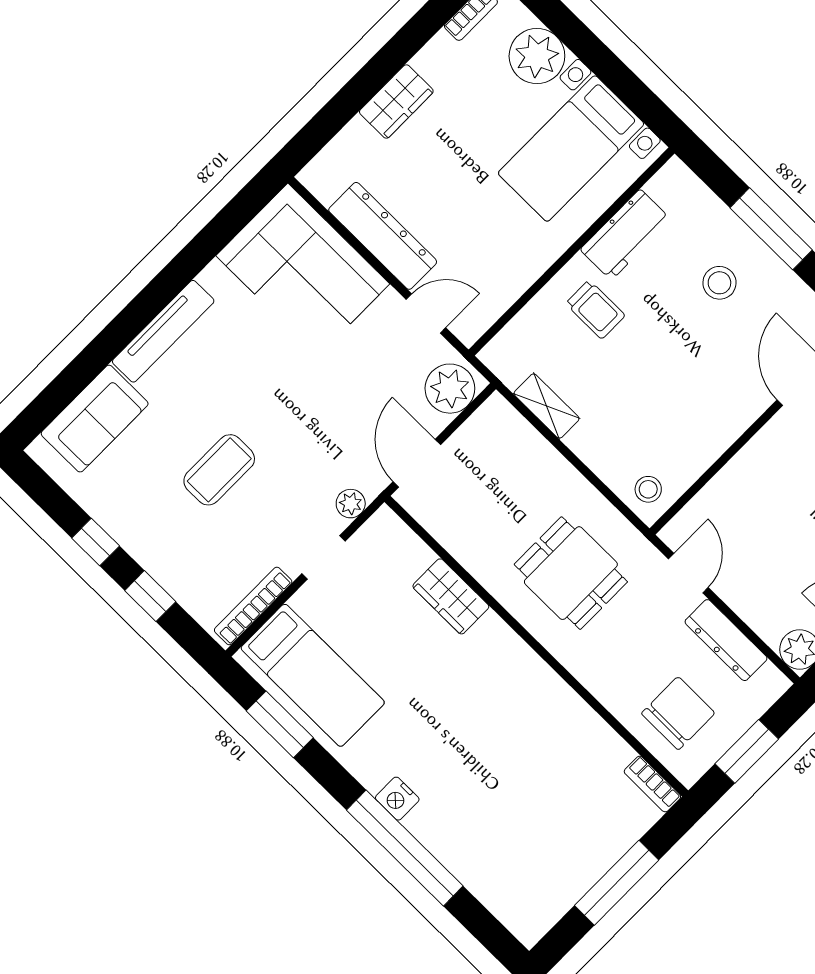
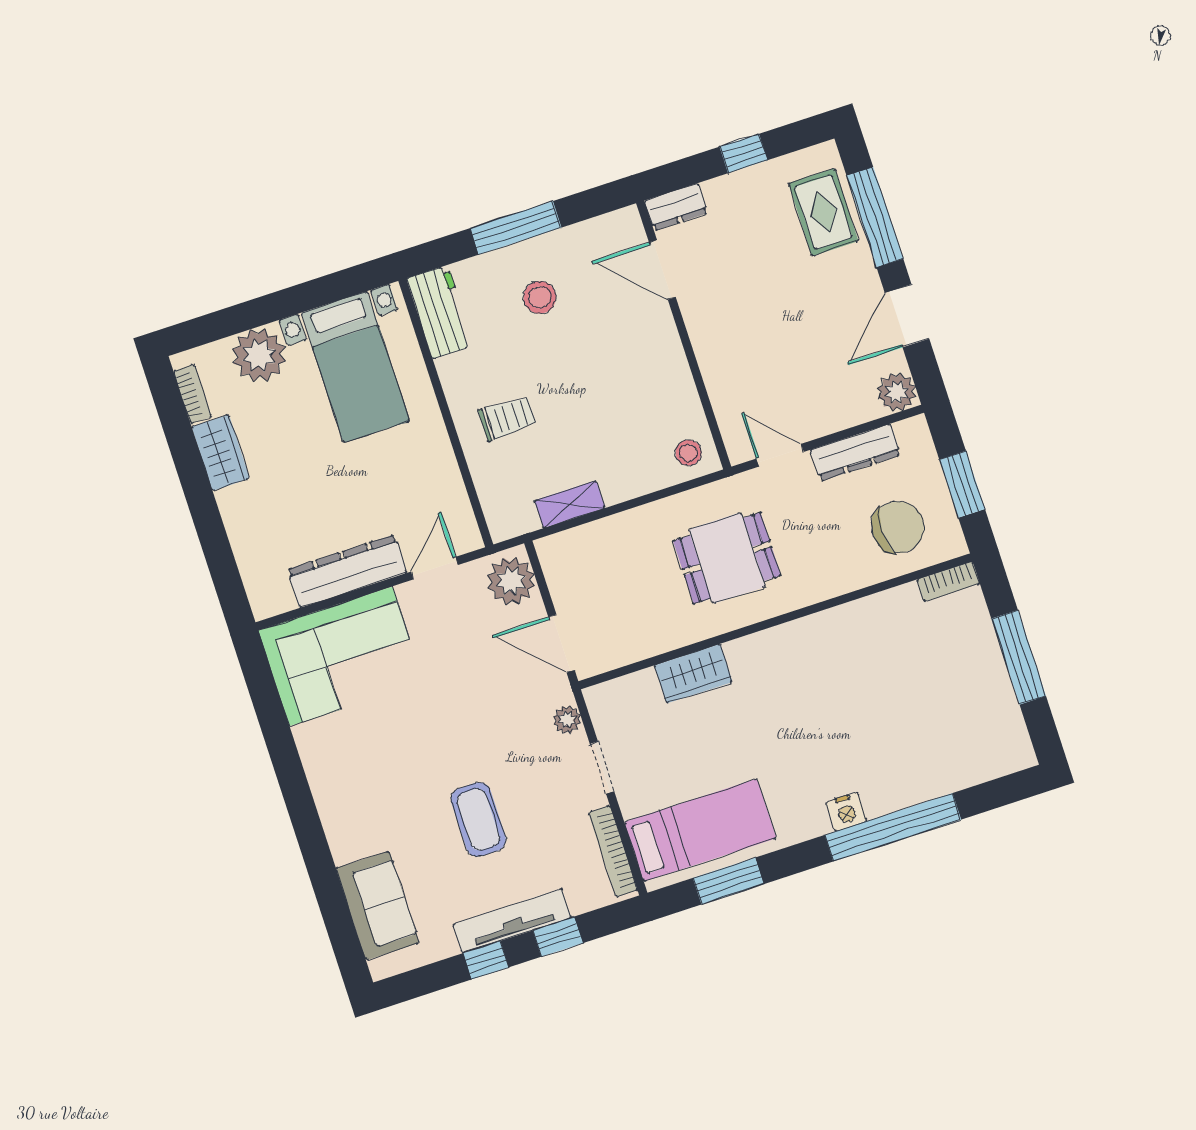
wardrobe: (396, 102) -> (221, 453), moved
workbench: (626, 235) -> (440, 312), moved
tv unit: (163, 331) -> (512, 921), moved, turned -90
chair: (678, 713) -> (898, 527), turned 90

